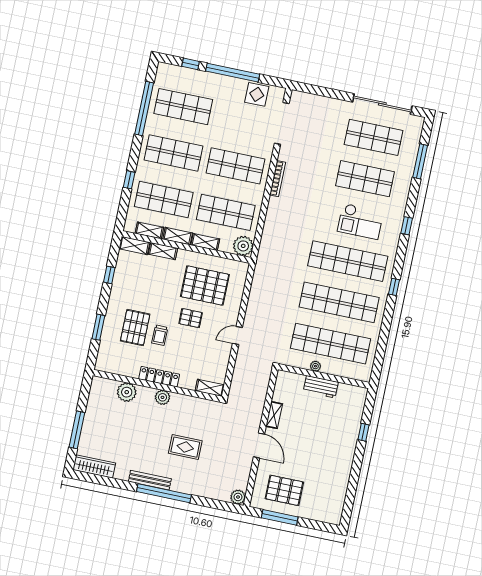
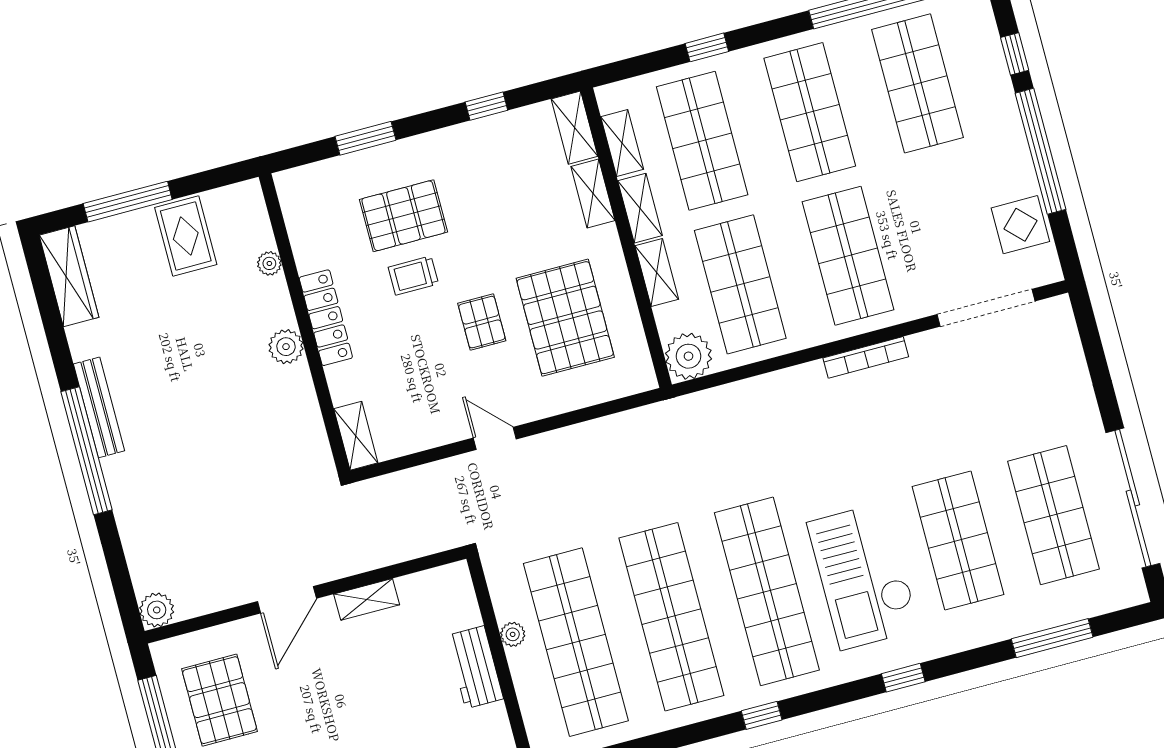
checkout: (360, 221) -> (863, 576), width x1.36, depth x1.21
plant: (127, 392) -> (269, 263), width x0.53, depth x0.53
rug: (185, 447) -> (186, 236), moved

